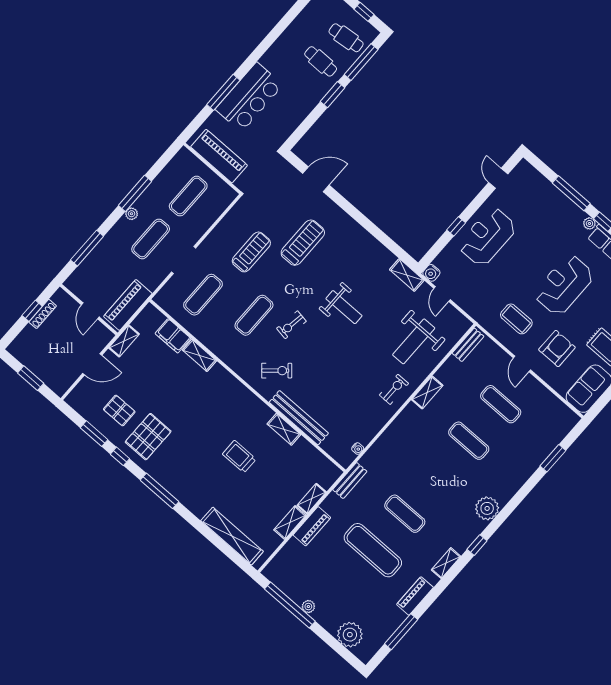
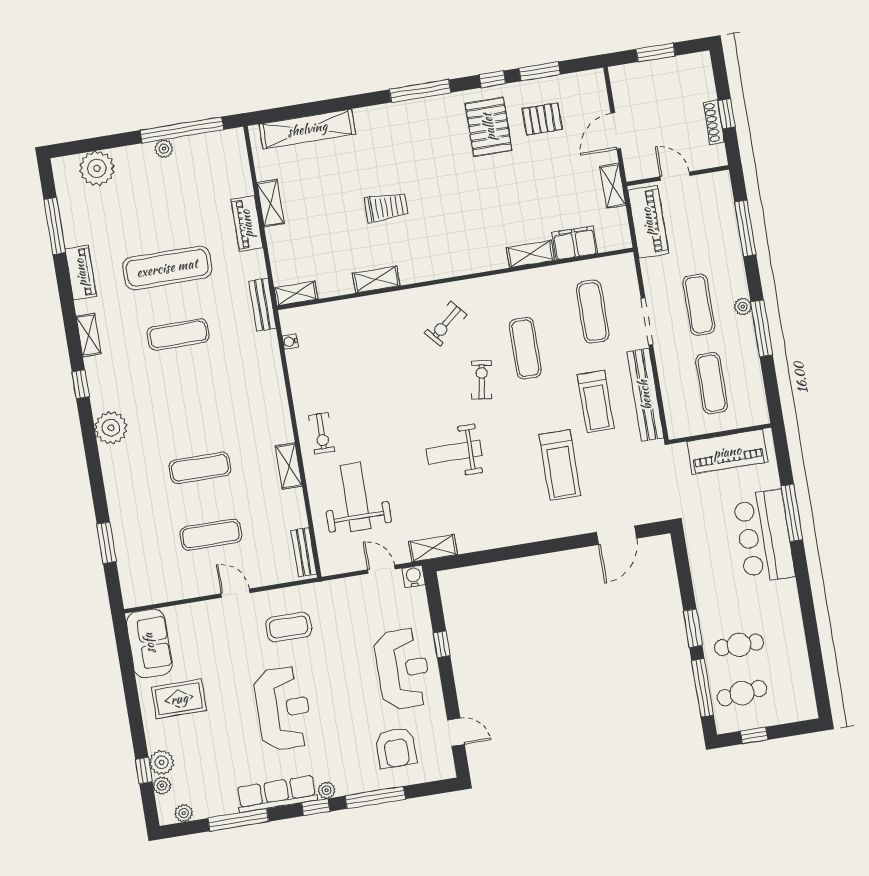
armchair: (557, 348) -> (396, 748), moved
bench: (299, 418) -> (645, 395), moved, turned 90
shelving: (312, 499) -> (296, 293), moved, turned 90

